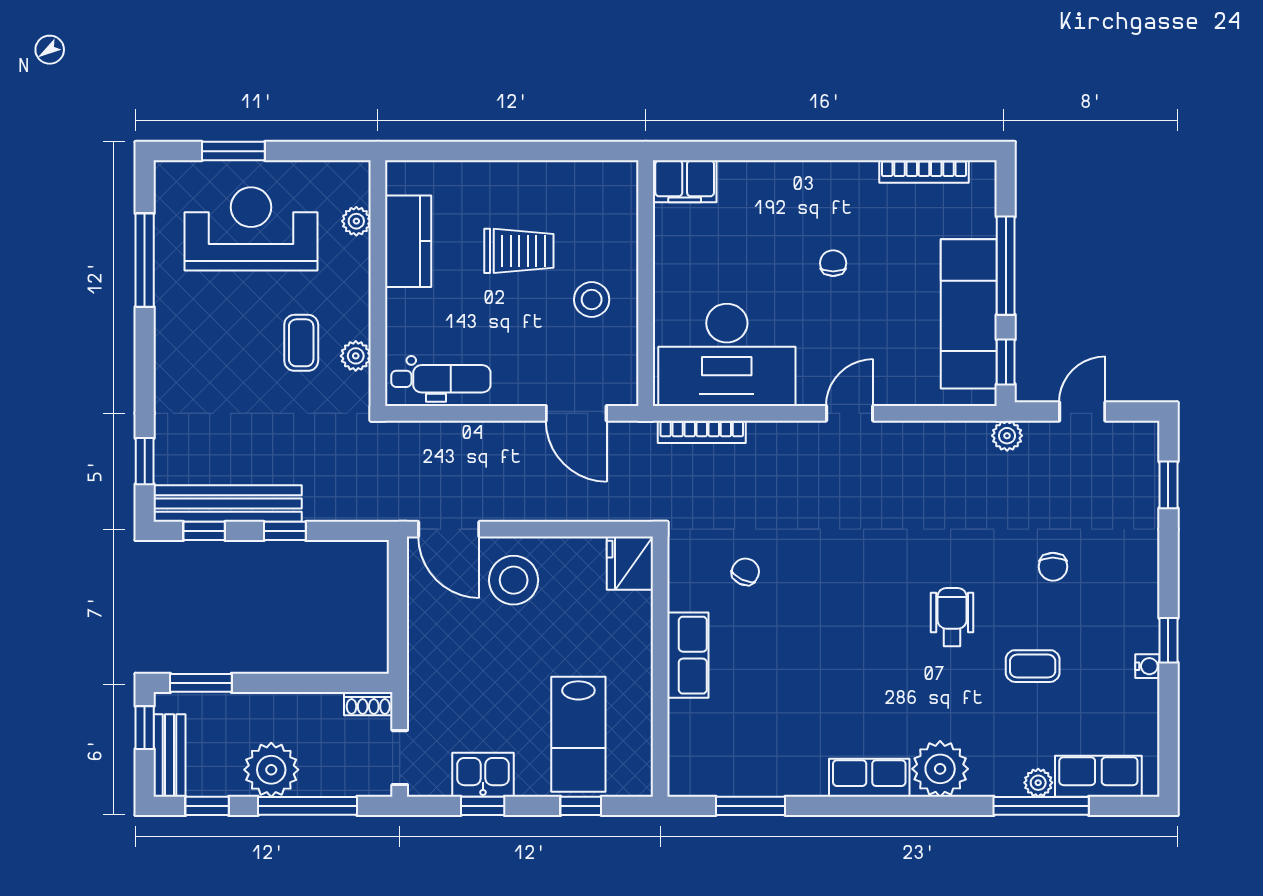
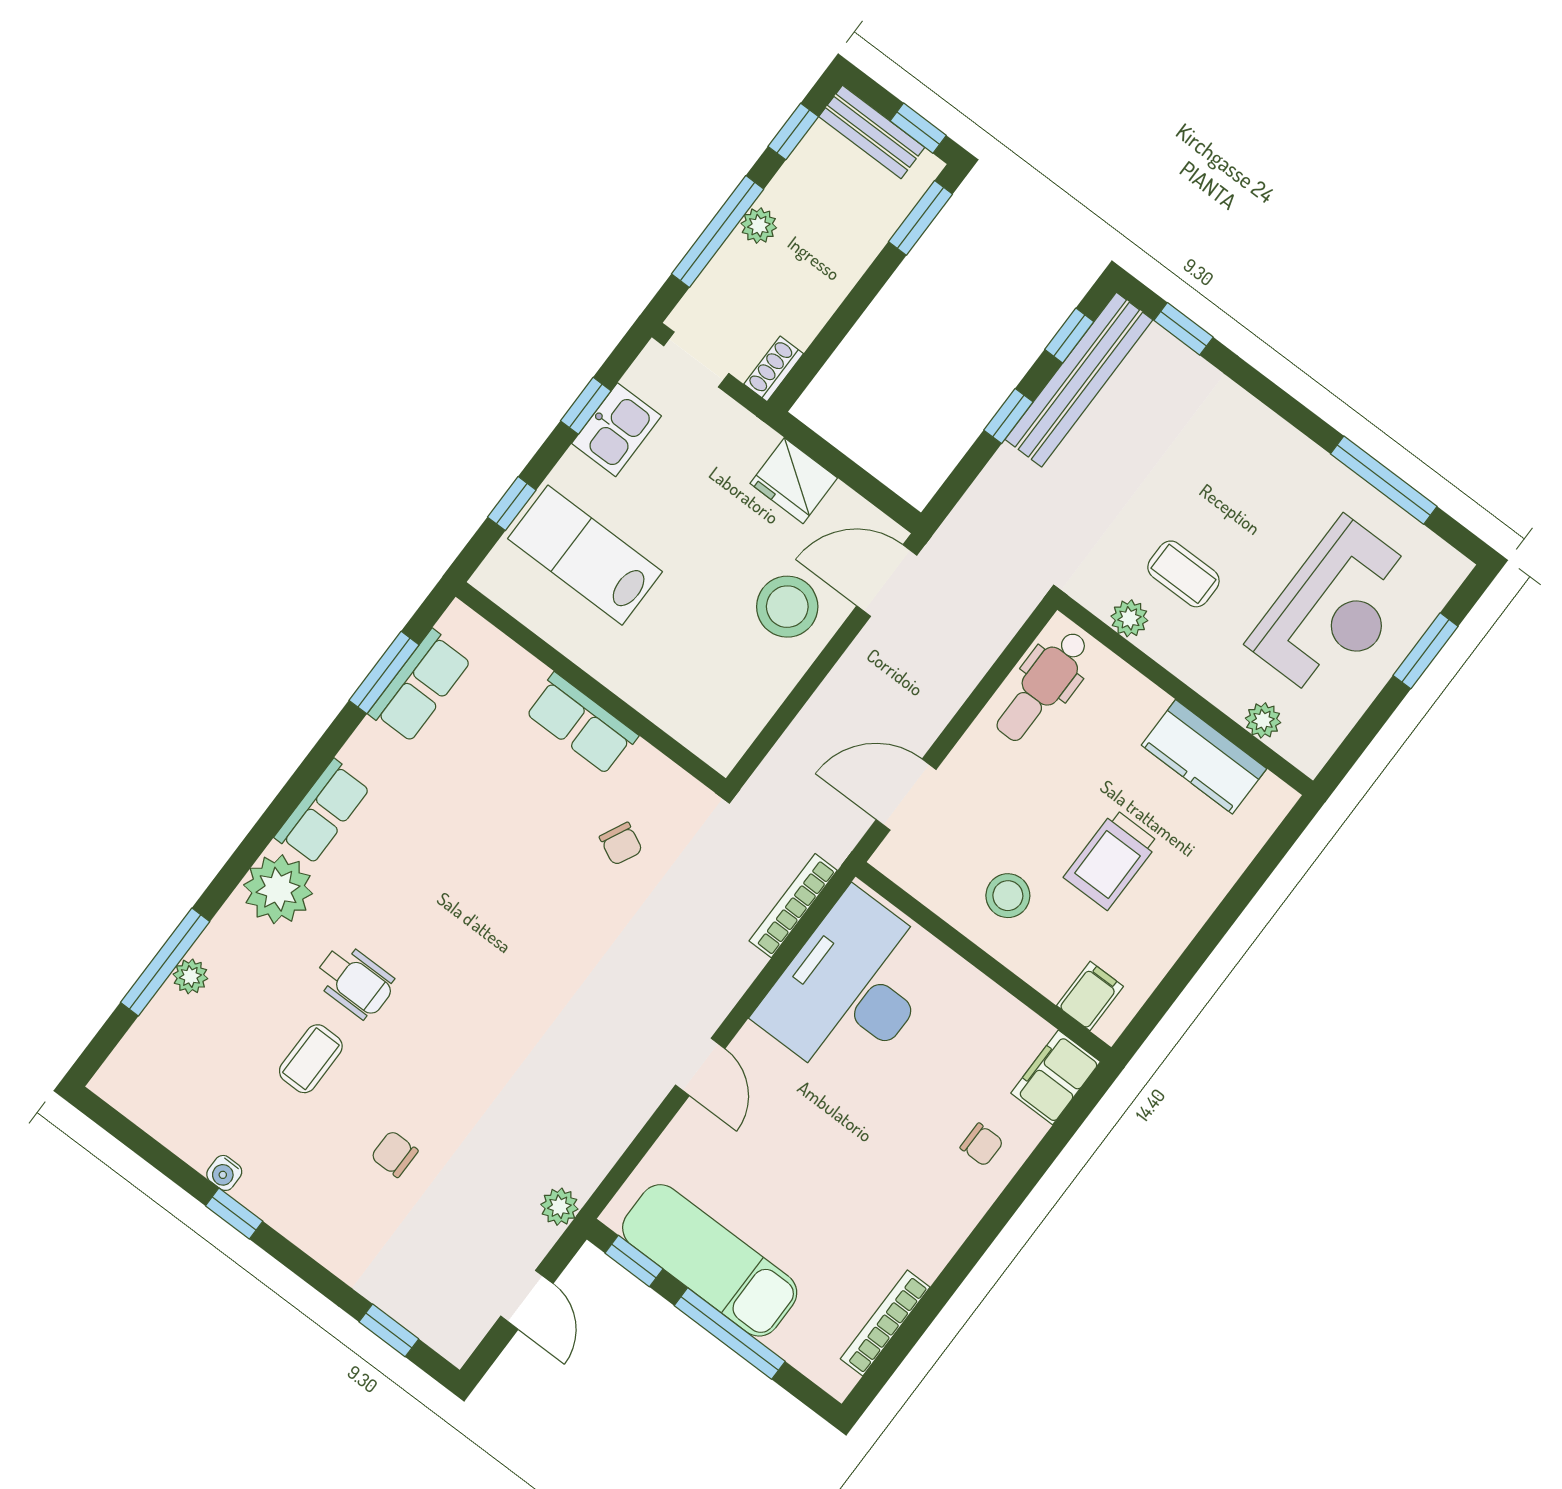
filing cabinet: (616, 199) -> (1090, 996), added
chair: (833, 263) -> (982, 1145), moved
fridge: (630, 563) -> (794, 481), moved, turned 180
wheelchair: (952, 617) -> (355, 981), moved
plant: (271, 770) -> (759, 226), width x0.53, depth x0.53
row of seats: (1098, 776) -> (420, 686), moved

